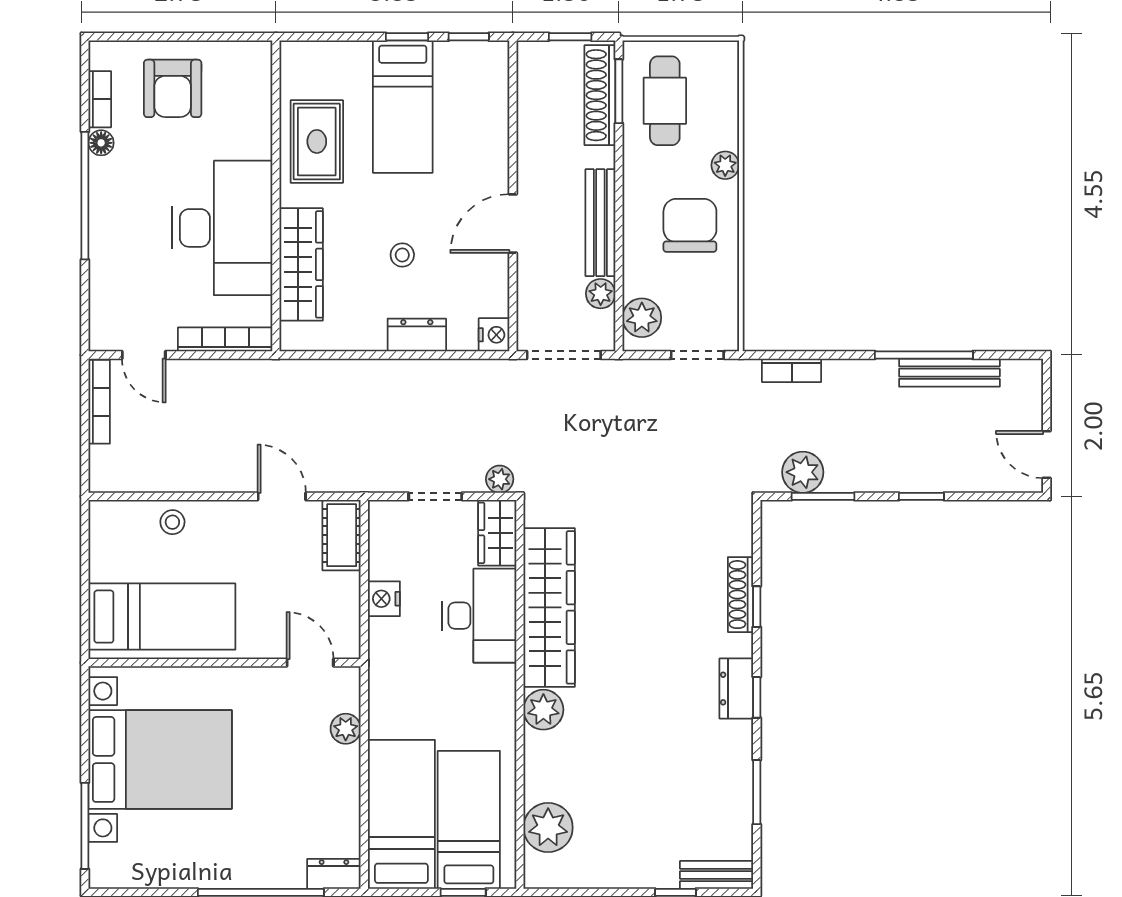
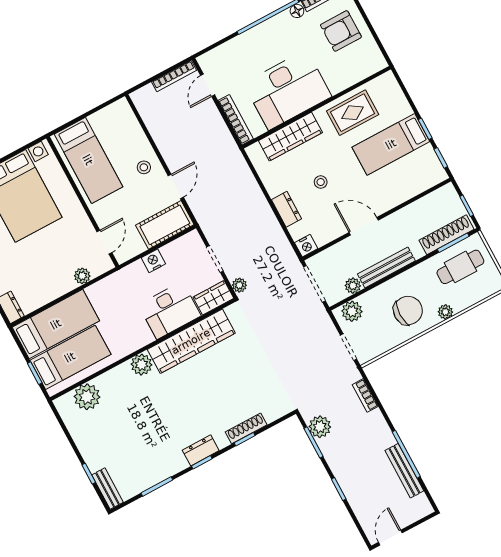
stool: (172, 522) -> (144, 167), moved
cot: (342, 535) -> (165, 225), width x1.37, depth x1.34

